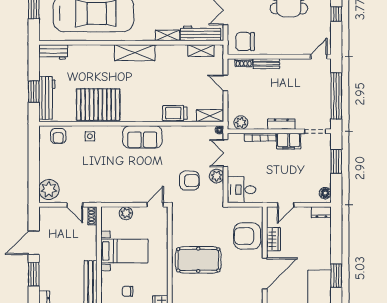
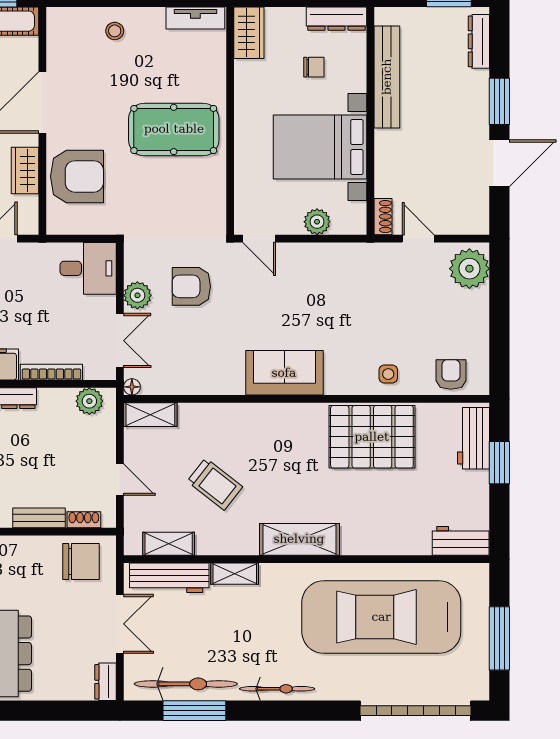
workbench: (47, 98) -> (473, 438), width x0.73
trolley: (175, 113) -> (215, 484), moved, turned 38
door: (155, 205) -> (259, 239), hinge flipped
bed with nightstands: (124, 251) -> (320, 147), width x1.36

